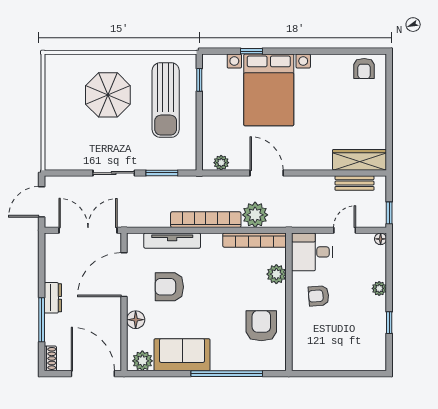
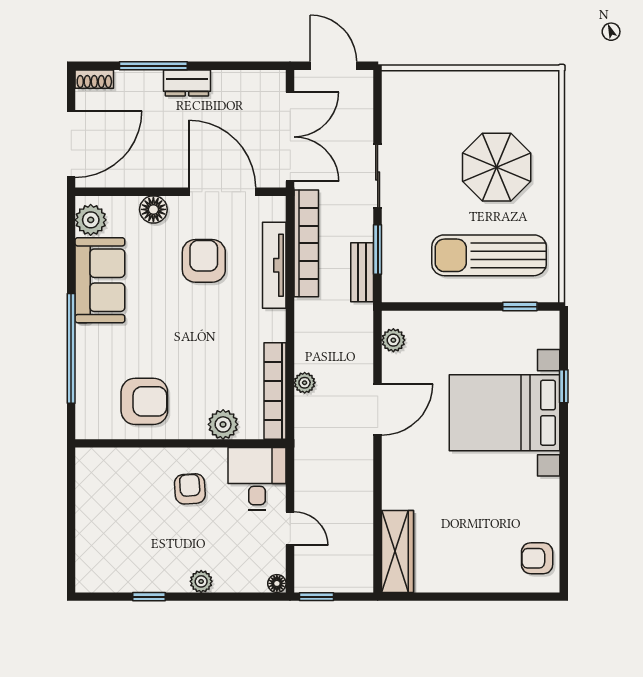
bench: (354, 183) -> (362, 272), moved
plant: (255, 215) -> (305, 383), width x0.53, depth x0.53
bookcase: (206, 220) -> (306, 243), moved

